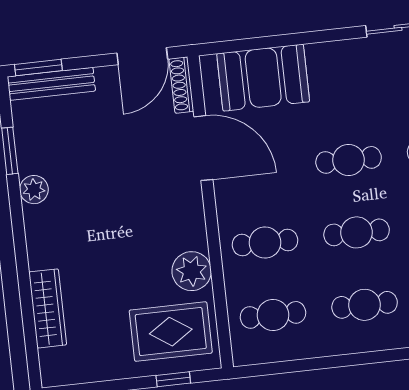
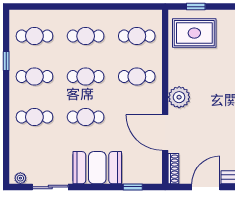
window: (250, 44) -> (133, 187), added
door: (142, 56) -> (206, 187), moved
booth: (263, 78) -> (97, 168), moved
plant: (192, 271) -> (179, 97), moved

